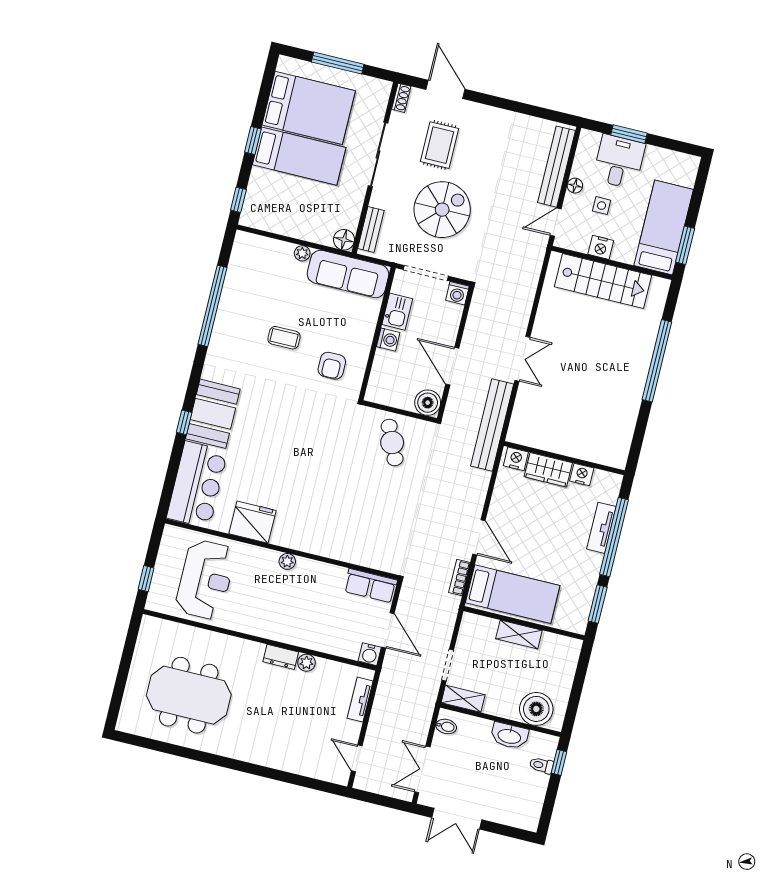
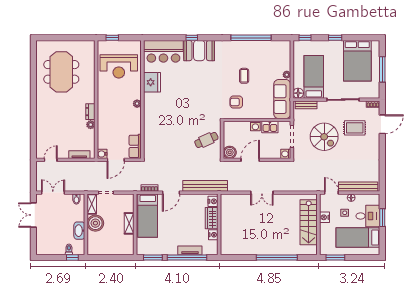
bed: (299, 156) -> (314, 77), moved, turned 180
bed: (664, 227) -> (358, 238), moved, turned 180
bench: (492, 425) -> (205, 186), moved
boiler: (536, 709) -> (95, 223), moved

